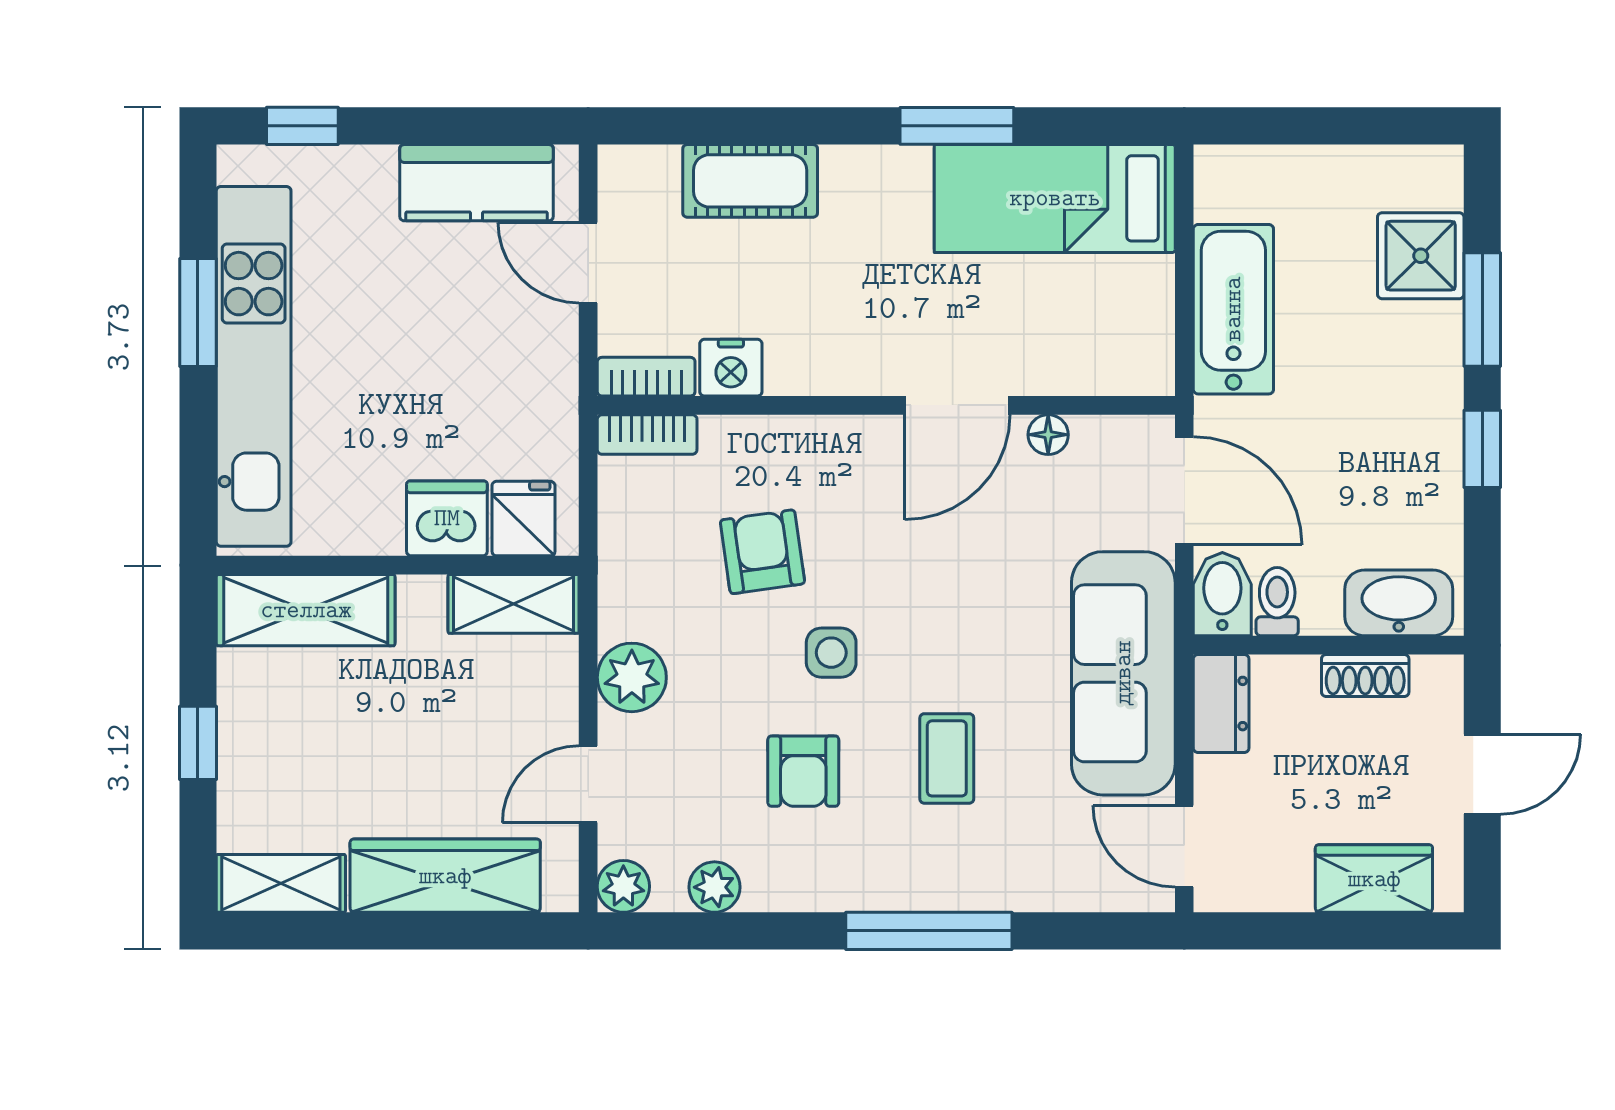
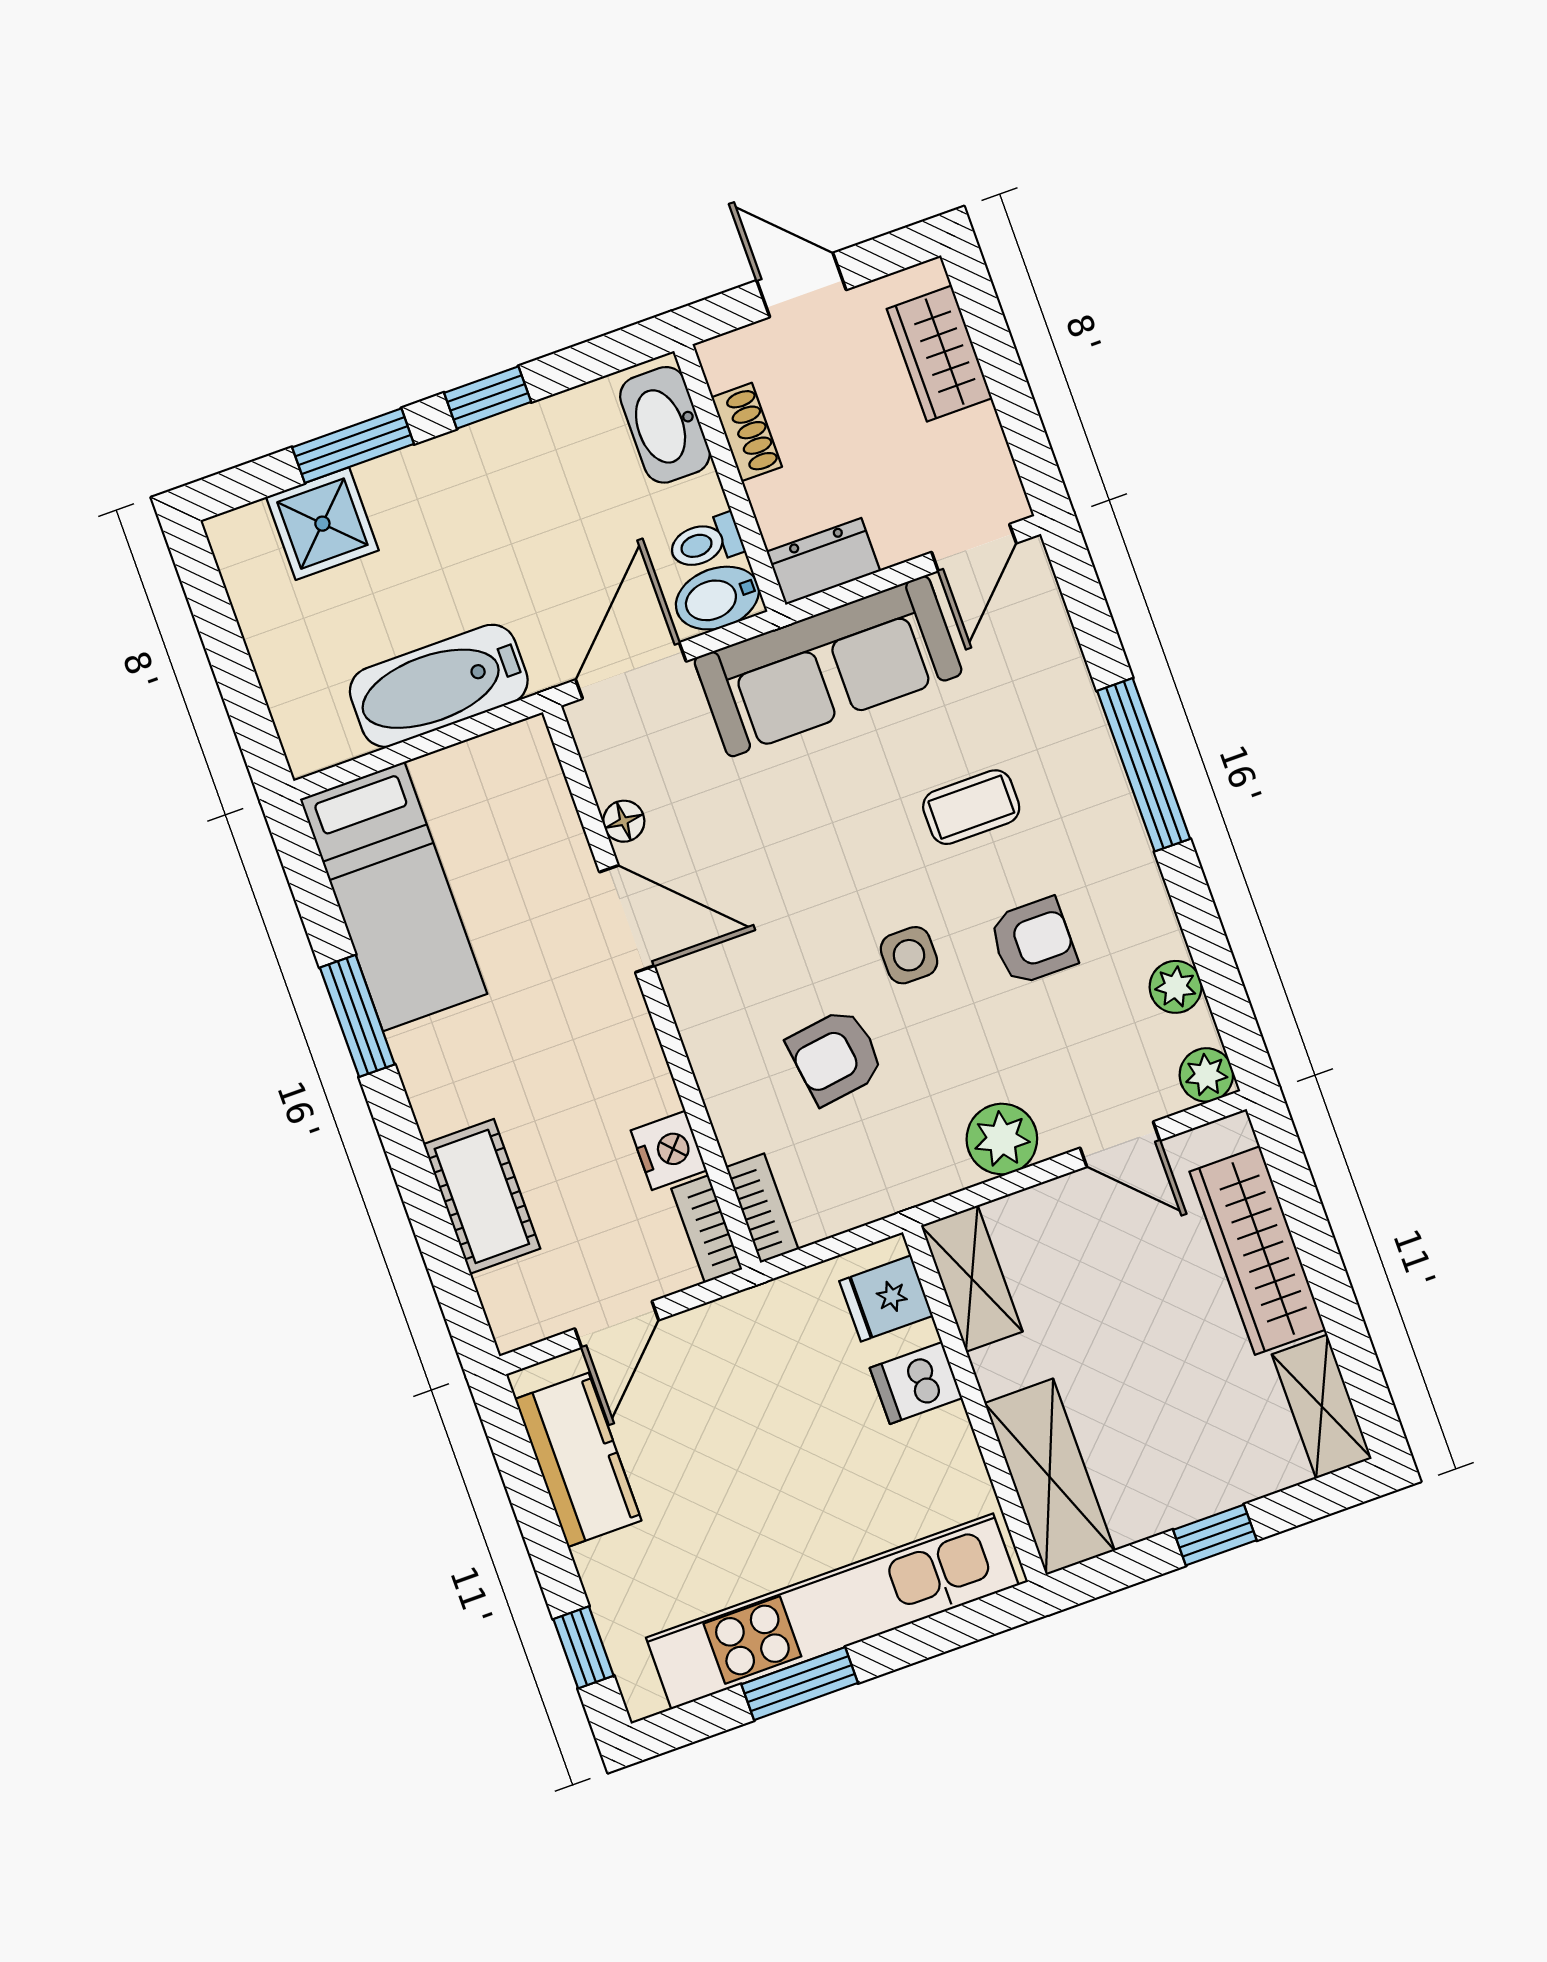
dishwasher: (447, 518) -> (916, 1383), width x0.73

